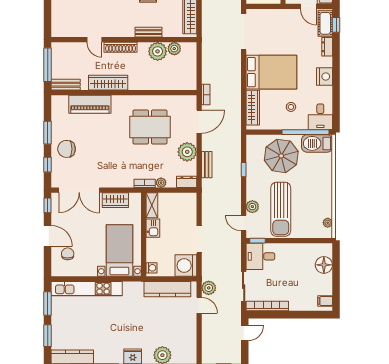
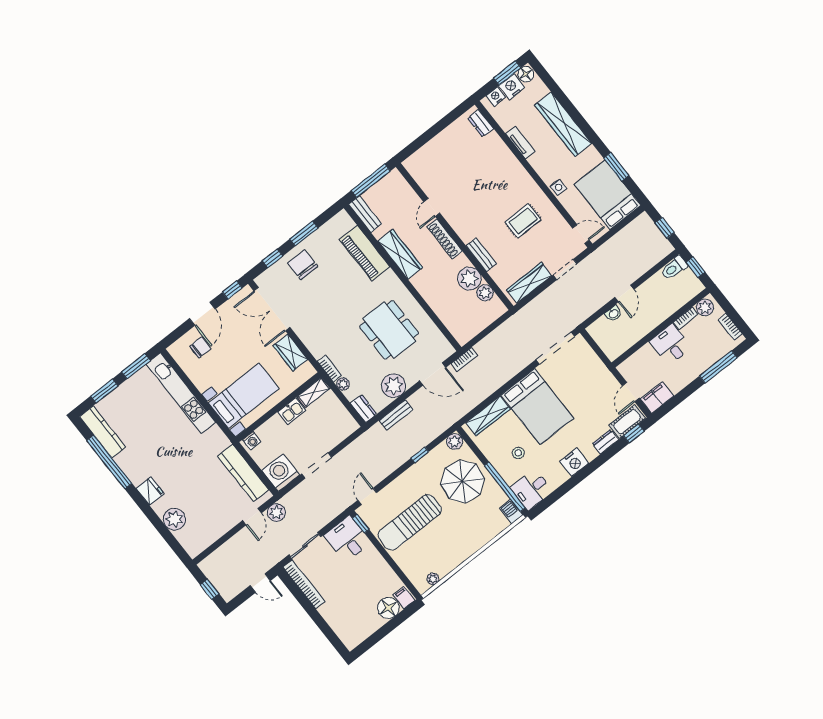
barbecue: (317, 143) -> (511, 512), width x0.53, depth x0.65
plant: (252, 207) -> (455, 442), moved
filing cabinet: (325, 301) -> (404, 598), moved

